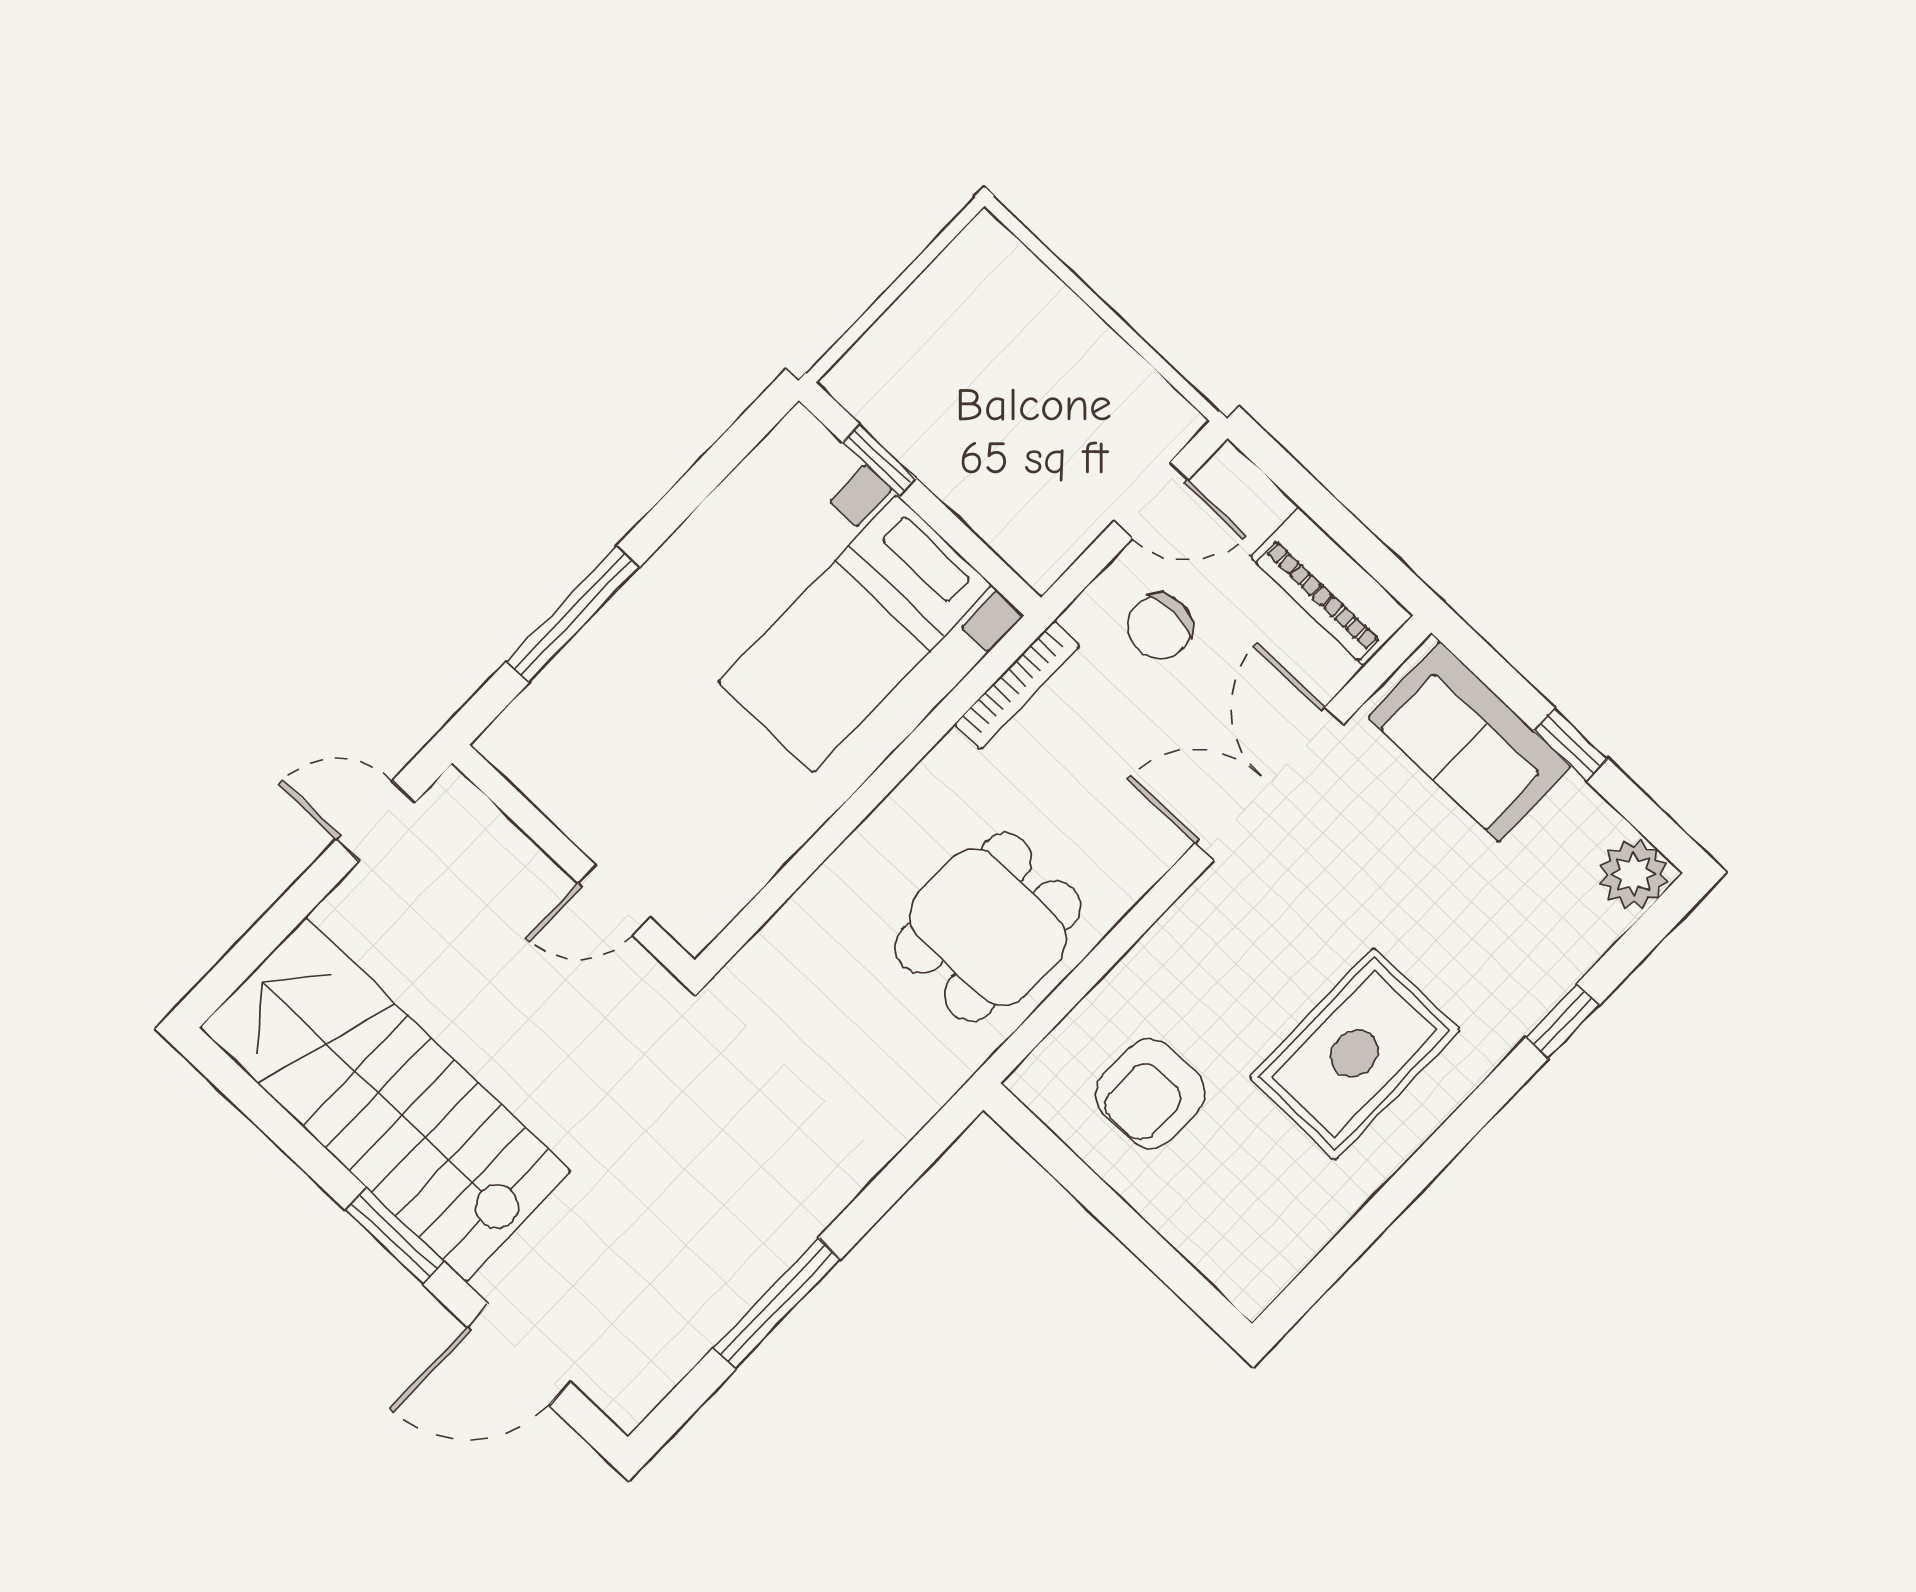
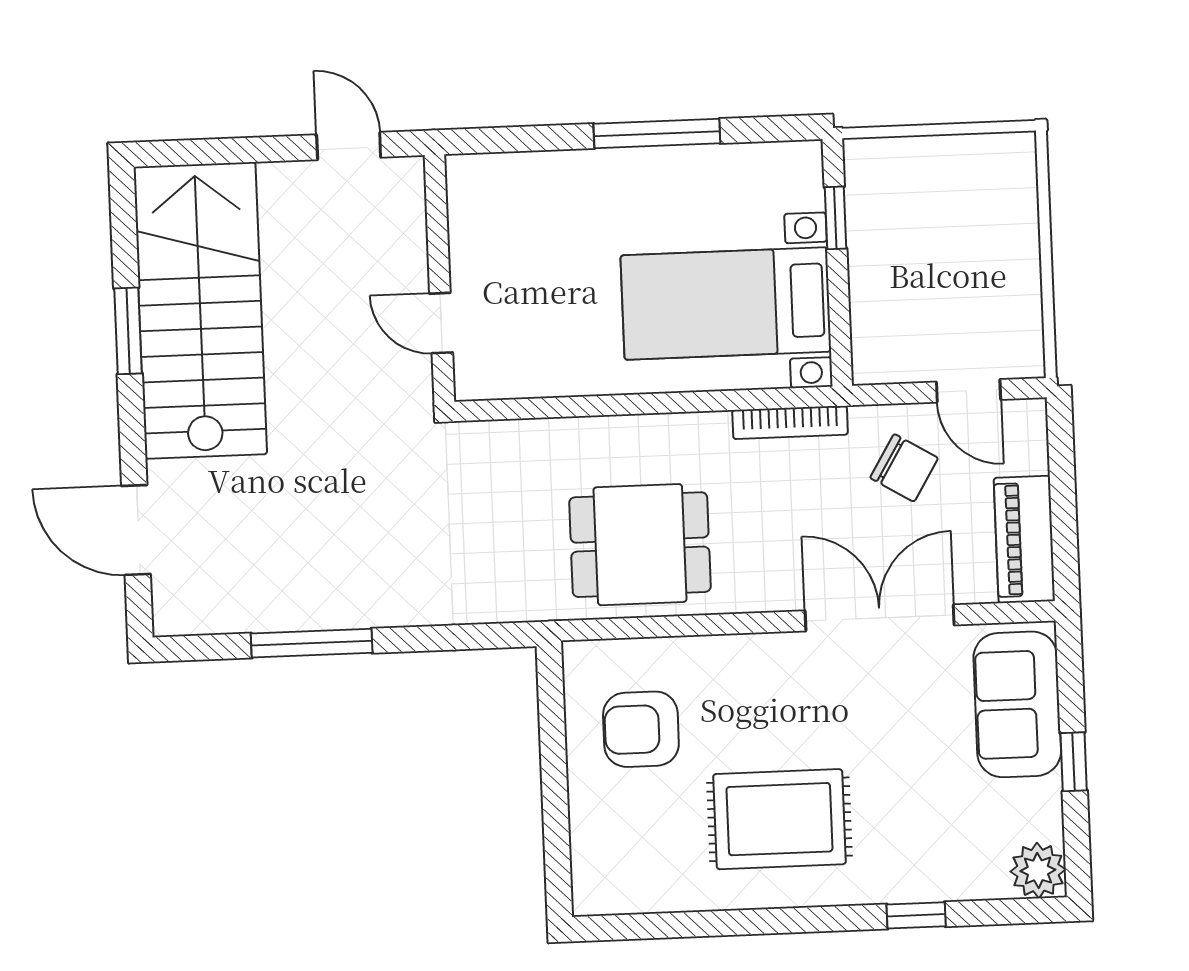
window: (573, 614) -> (657, 134), moved
chair: (1160, 627) -> (904, 468), turned -149
window: (394, 1236) -> (128, 331), moved

